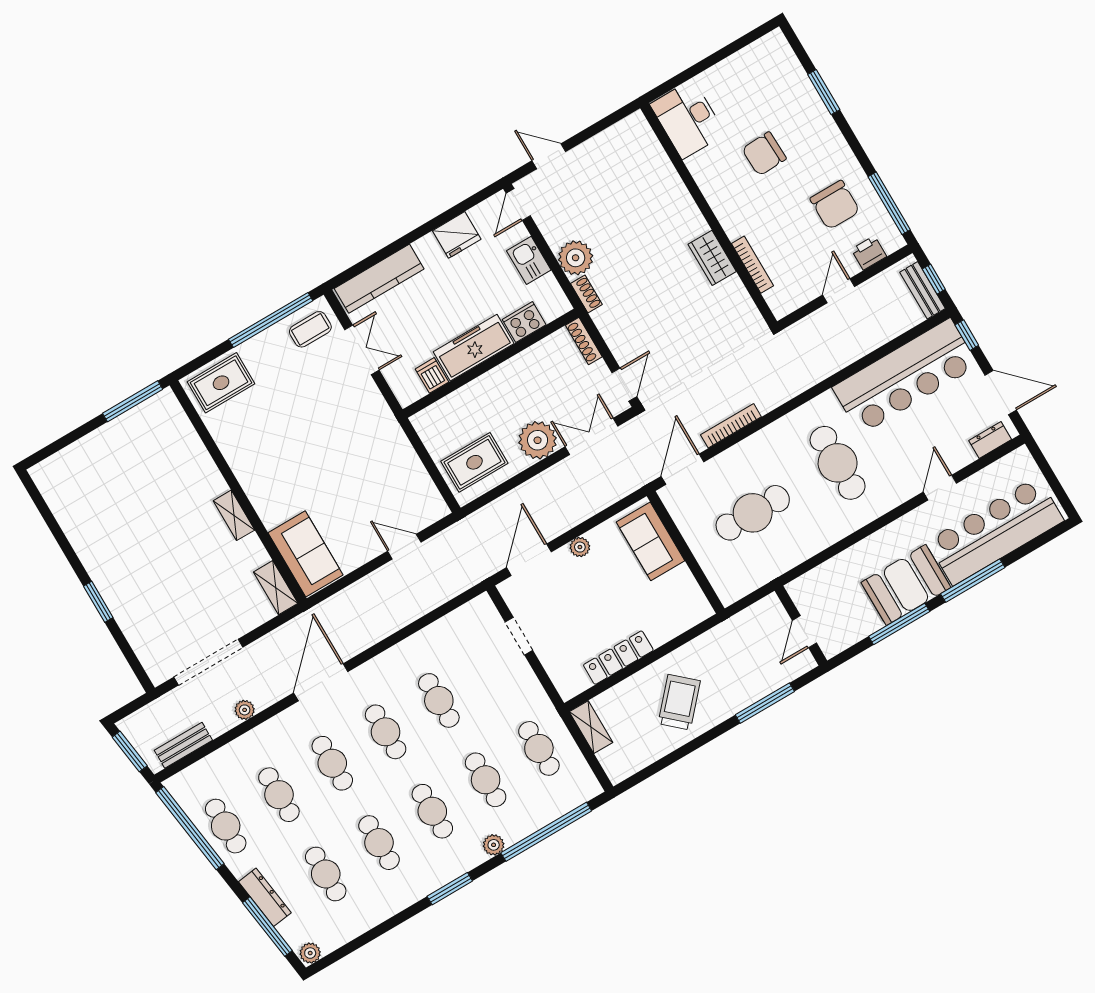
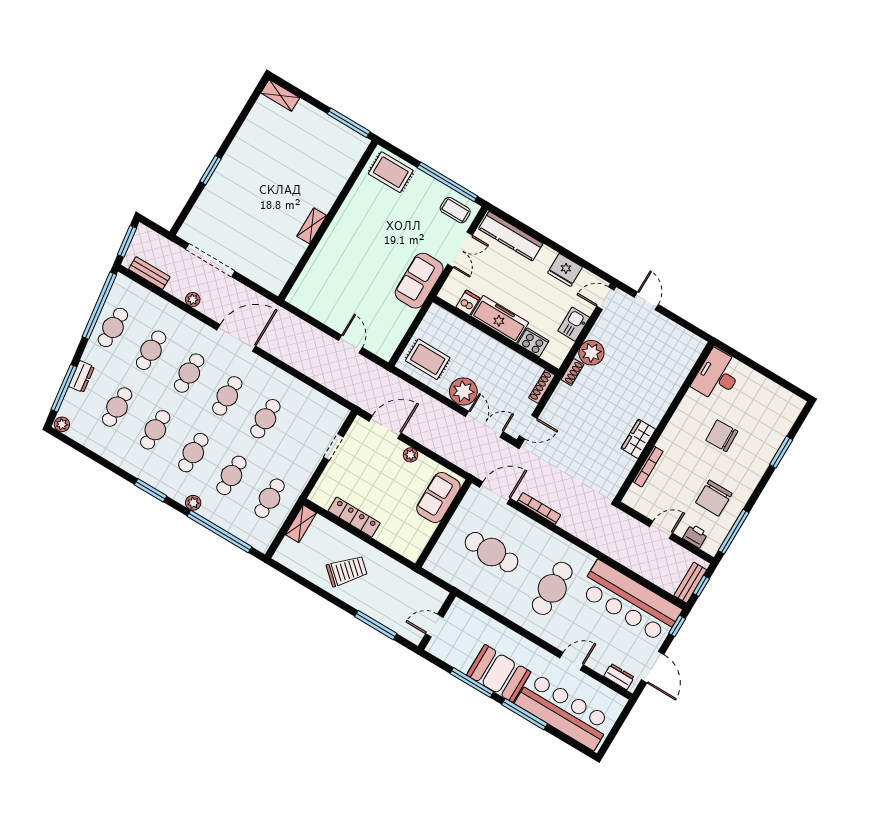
sofa: (306, 554) -> (419, 281), moved, turned 180
shelving: (276, 588) -> (280, 95), moved, turned 90
dresser: (265, 897) -> (82, 377), width x0.70

